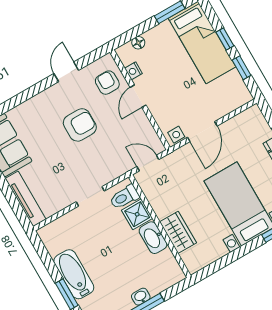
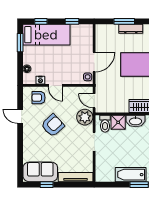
window: (225, 39) -> (41, 21), moved
armchair: (80, 125) -> (53, 125), turned 47
door: (202, 132) -> (94, 62), hinge flipped
plant: (117, 163) -> (85, 117), added
door: (148, 163) -> (94, 101), hinge flipped

